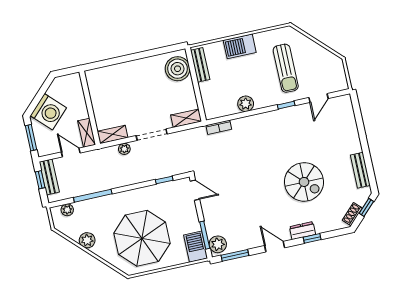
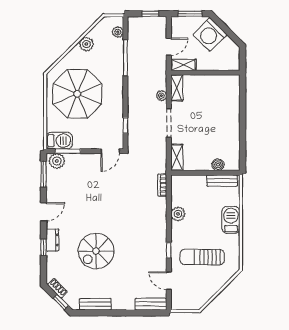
boiler: (178, 69) -> (218, 165), width x0.54, depth x0.54
bench: (49, 177) -> (151, 304), moved

